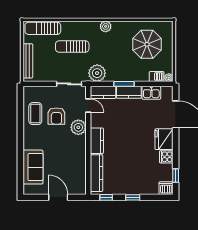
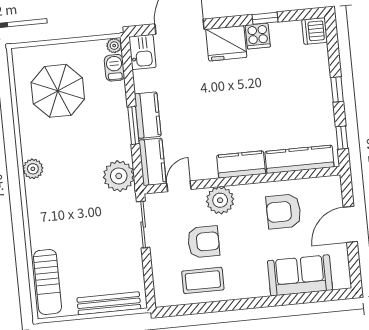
sun lounger: (72, 46) -> (75, 226), removed
kitchen sink: (151, 93) -> (142, 52), moved
armchair: (69, 162) -> (284, 211), added
window: (176, 176) -> (265, 18), moved

